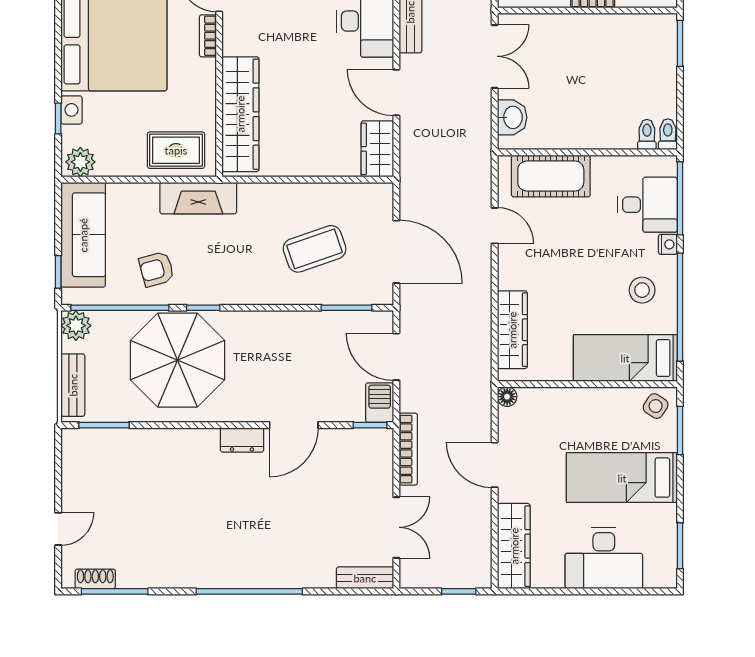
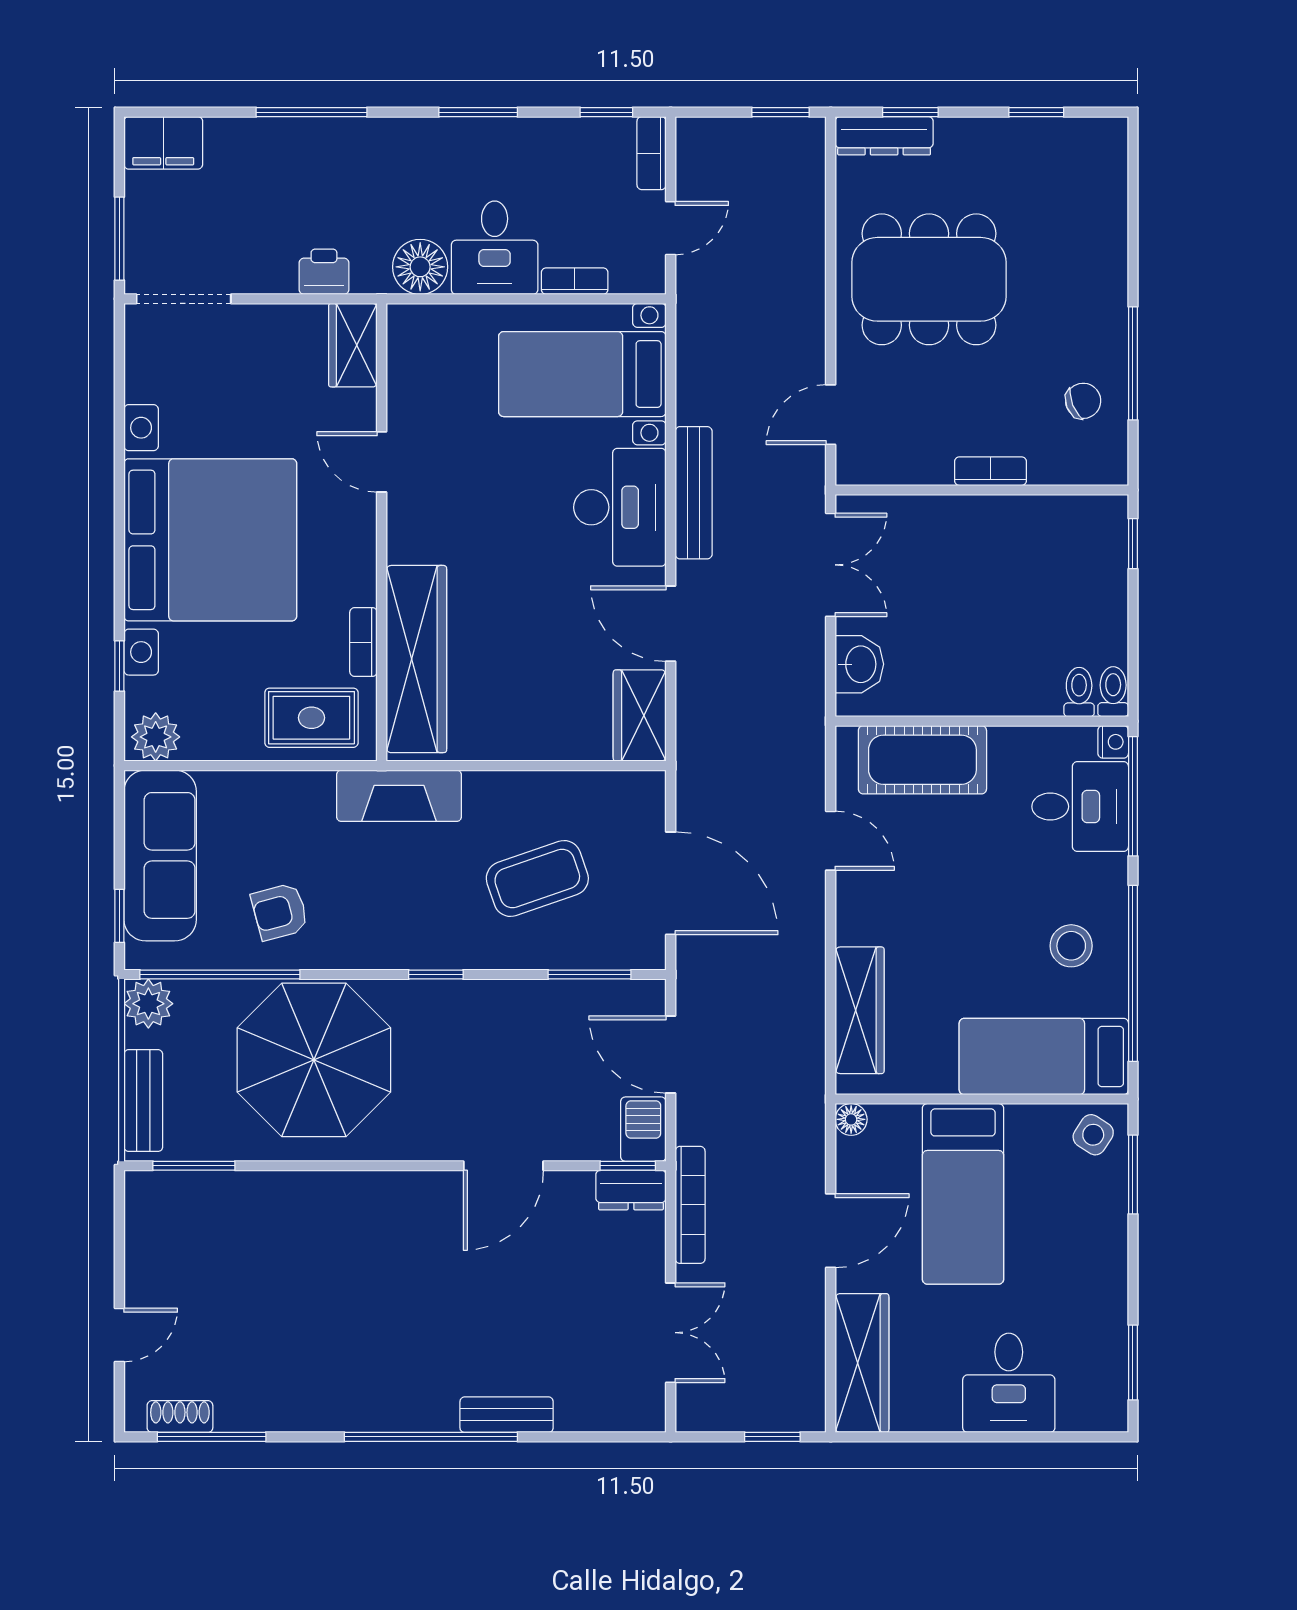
bookcase: (208, 36) -> (363, 642), moved
window: (680, 43) -> (1133, 544), width x0.67
fireplace: (198, 198) -> (399, 796), moved
nightstand: (668, 244) -> (1113, 742), moved
window: (203, 308) -> (436, 975), moved
dresser: (242, 440) -> (631, 1190), moved
door: (495, 465) -> (831, 1231), swing flipped
bed: (622, 478) -> (963, 1194), moved, turned -90
desk: (604, 558) -> (1009, 1383), width x0.73
bench: (365, 578) -> (507, 1415), moved

